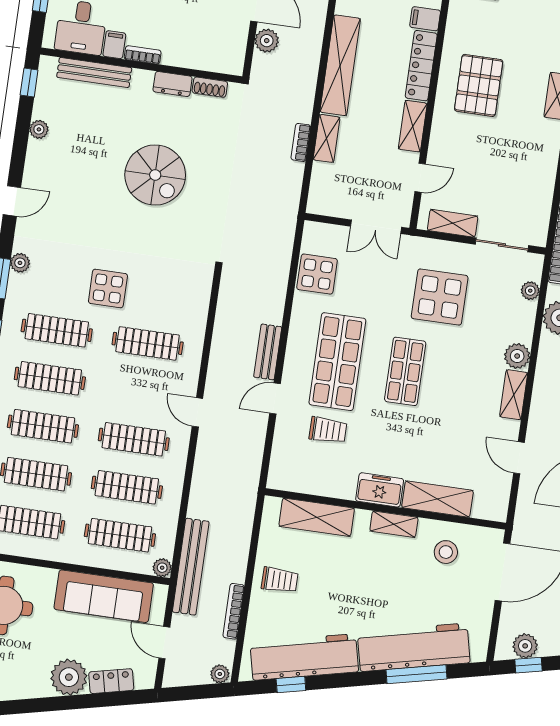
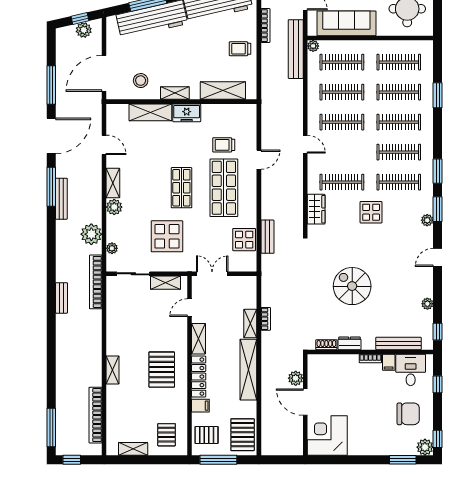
wardrobe: (195, 306) -> (316, 209), added
bench: (268, 352) -> (267, 237), moved

